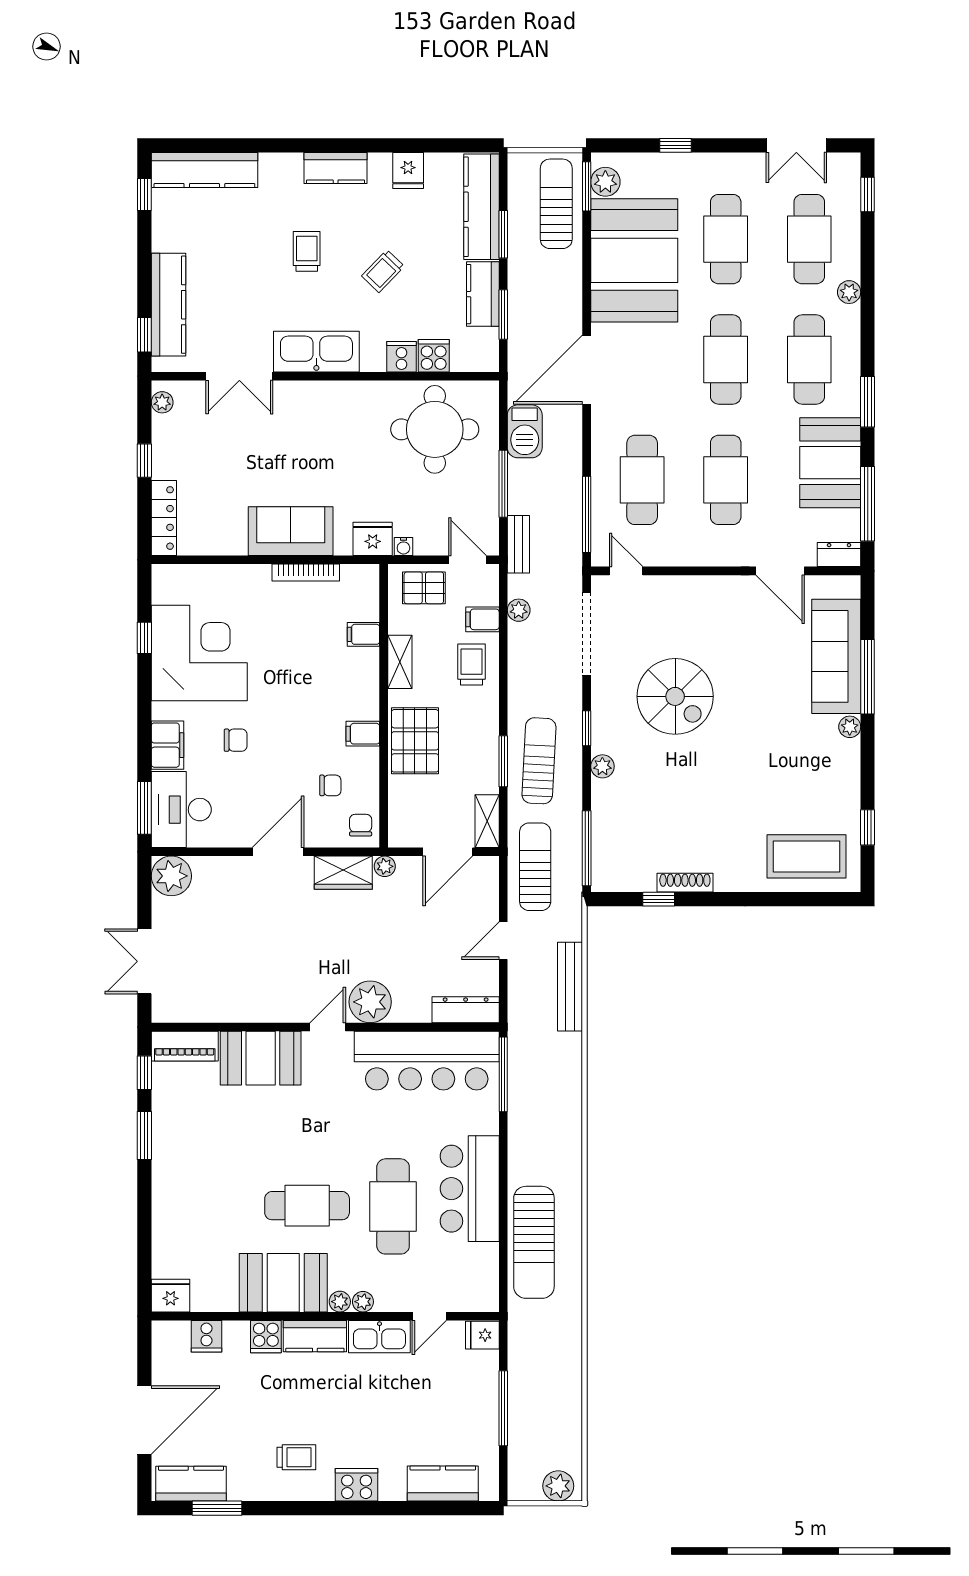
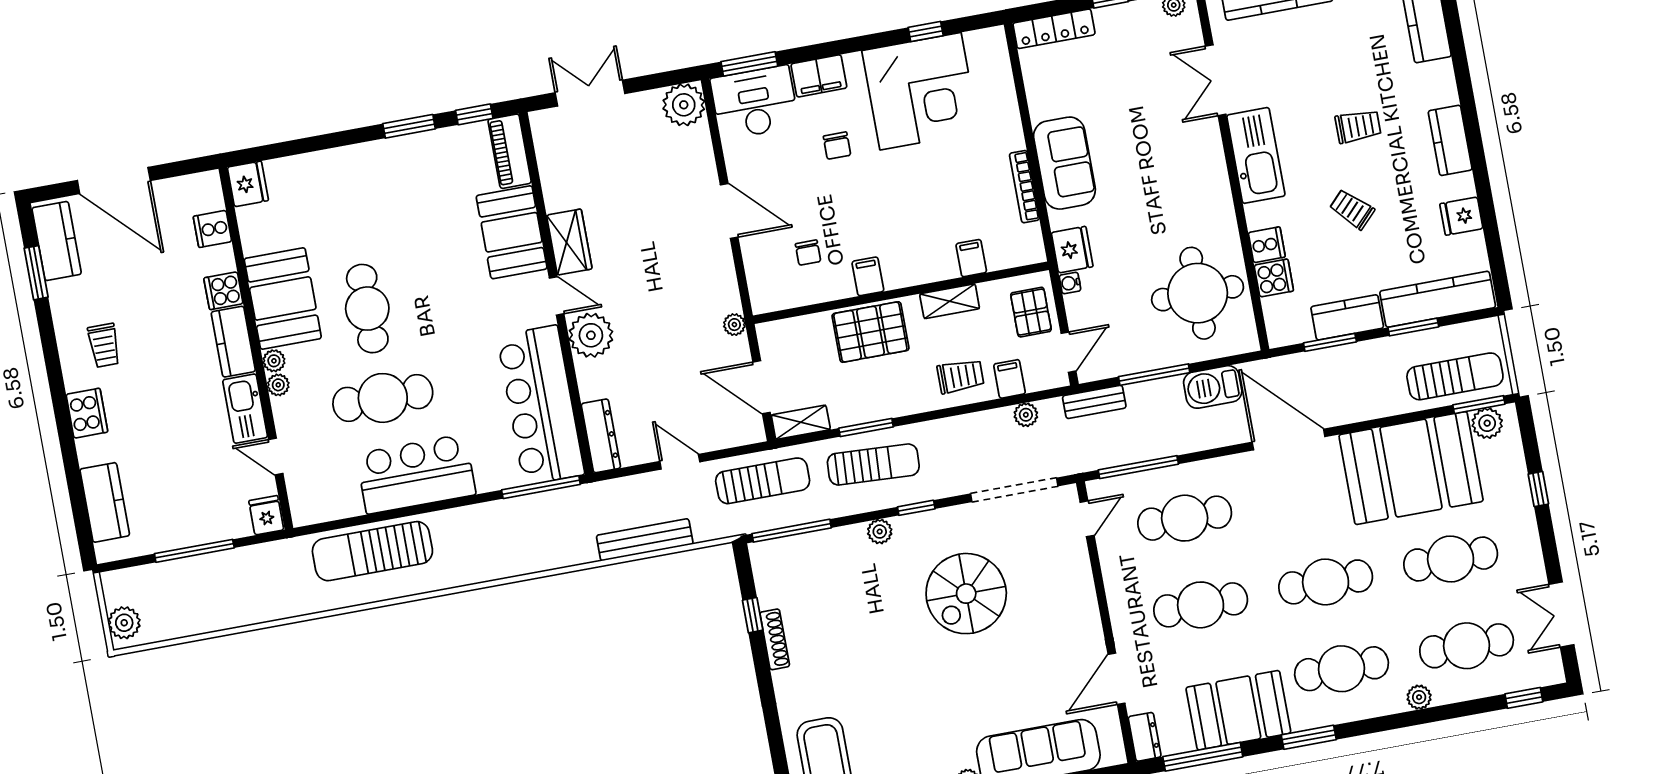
chair: (361, 825) -> (773, 292), removed
wardrobe: (343, 873) -> (569, 242), moved, turned 180

